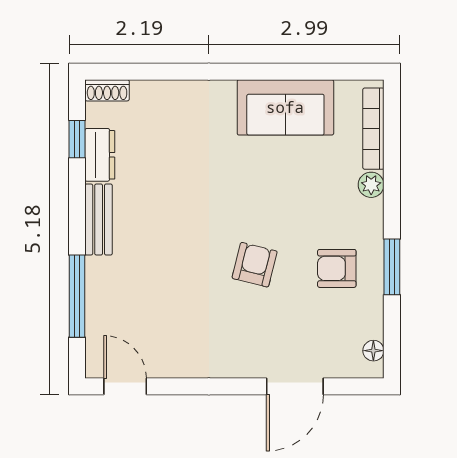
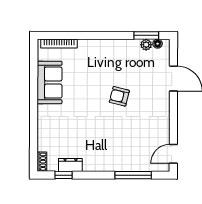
plant: (371, 185) -> (146, 45), moved
bench: (99, 219) -> (99, 166), removed
window: (392, 267) -> (146, 35), moved
armchair: (337, 268) -> (121, 60), removed

